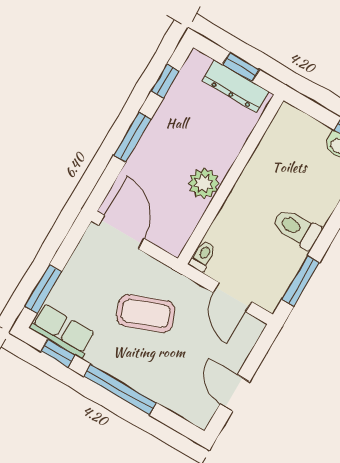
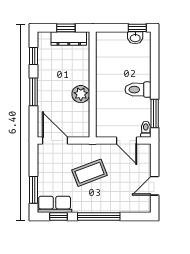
toilet: (203, 256) -> (146, 129), moved
door: (235, 393) -> (155, 186), hinge flipped

